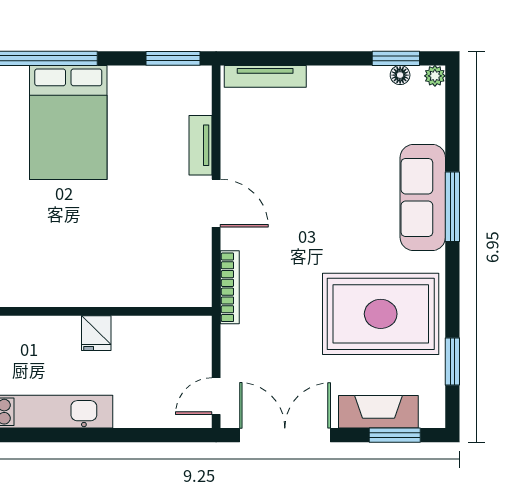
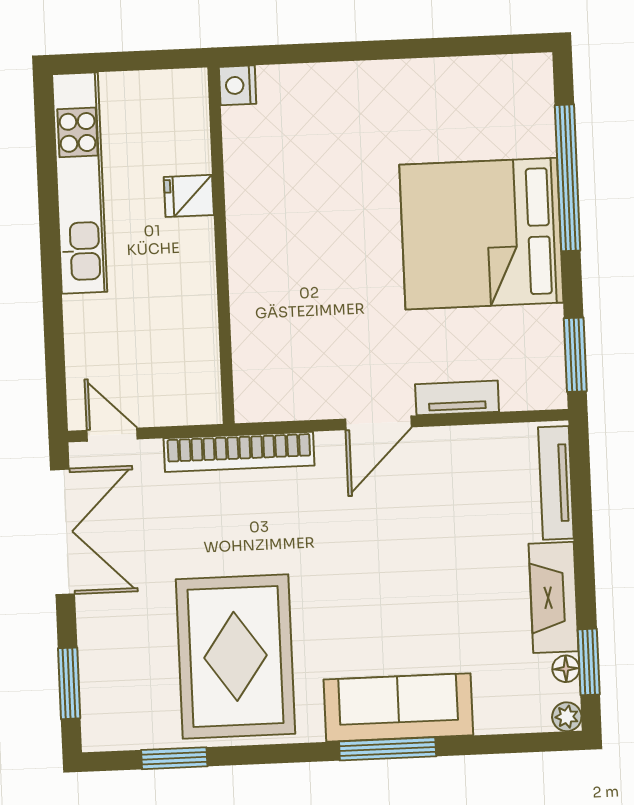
bed: (68, 123) -> (481, 234), width x1.36
bookcase: (230, 287) -> (239, 452), width x1.48, depth x1.31
fridge: (96, 333) -> (189, 196), moved
fireplace: (378, 412) -> (554, 597), moved, turned 180

